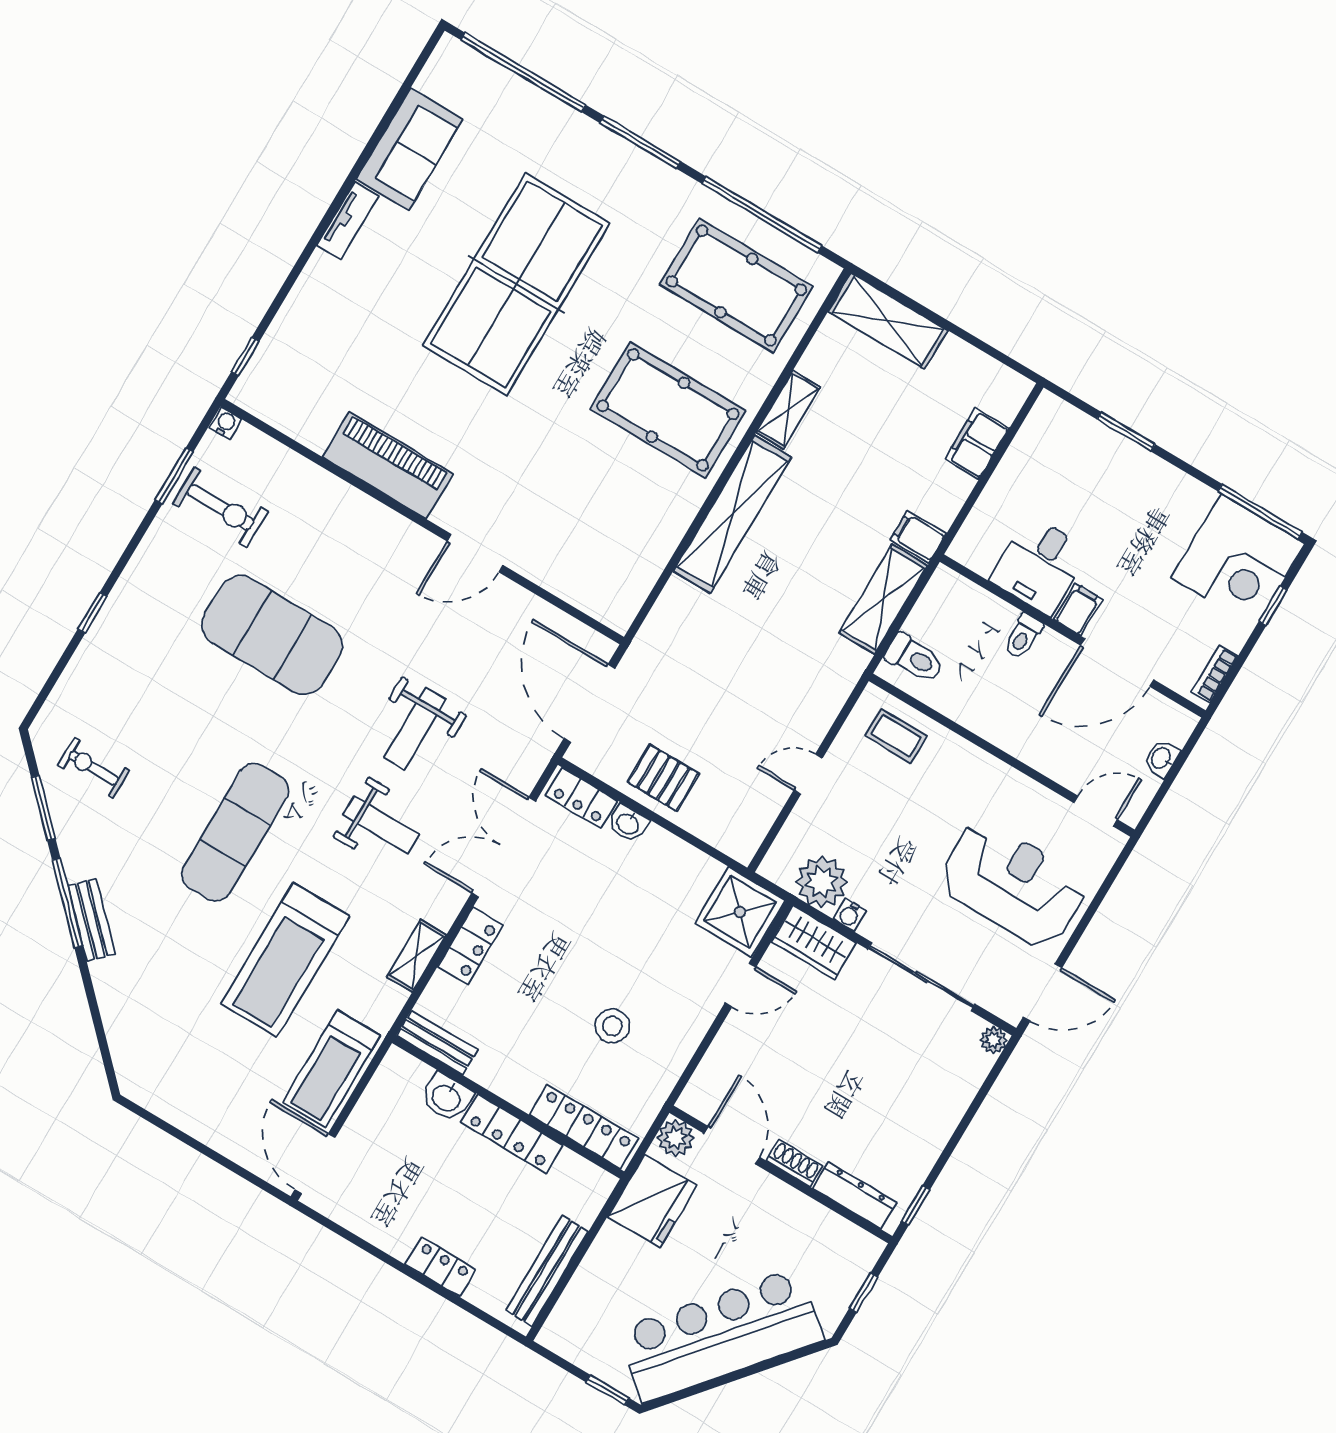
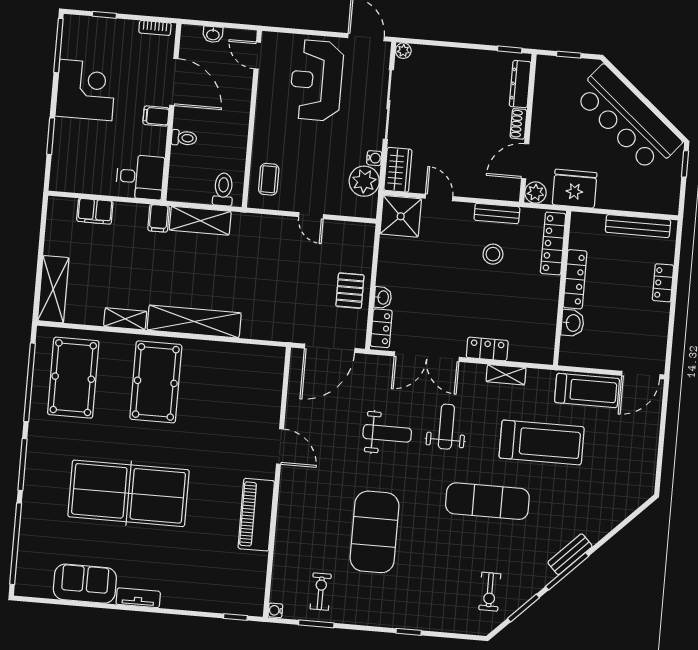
exercise bike: (221, 507) -> (321, 592), width x0.73, depth x0.72
corner desk: (1238, 560) -> (86, 90), moved
desk: (1040, 565) -> (140, 177), moved
bench: (437, 1043) -> (497, 213), moved, turned 90

